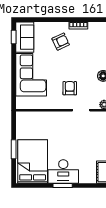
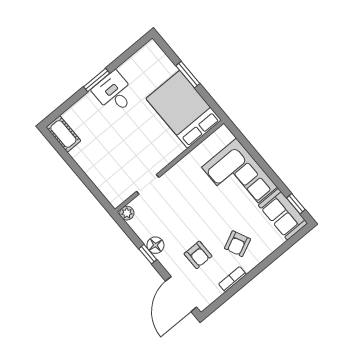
armchair: (70, 88) -> (198, 255), moved
bed: (33, 161) -> (184, 109), moved, turned 180
desk: (63, 171) -> (114, 93), width x0.73

